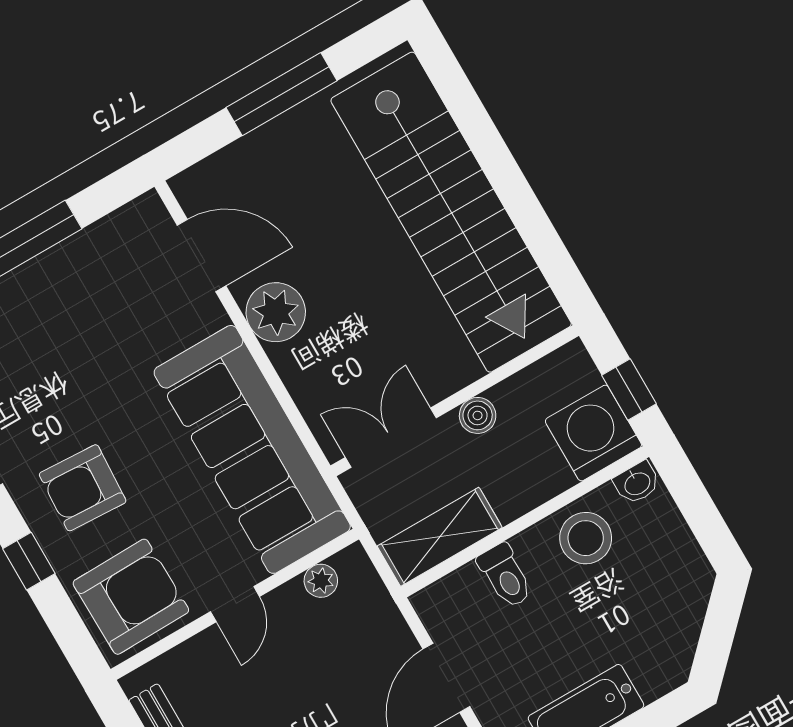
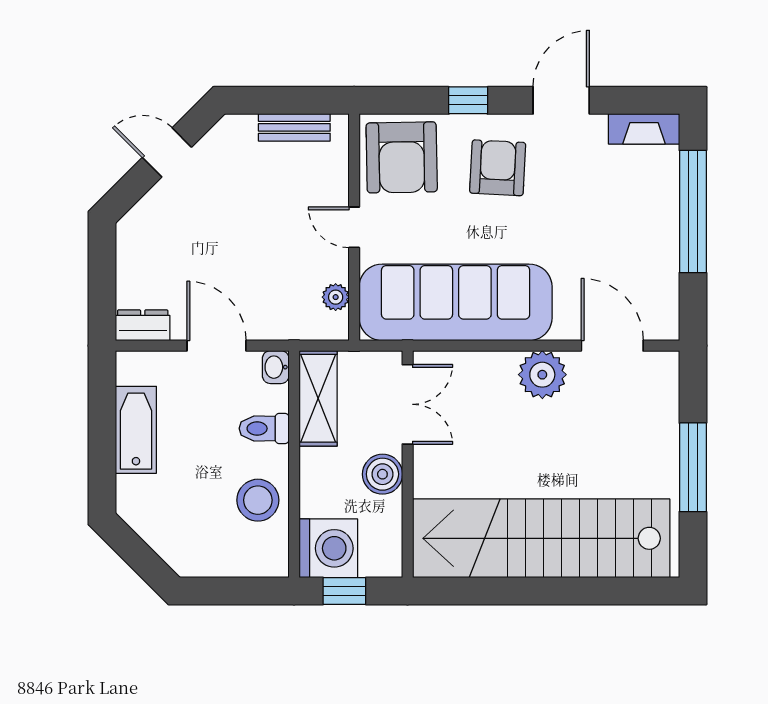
door: (202, 256) -> (612, 346), swing flipped
boiler: (478, 415) -> (382, 474), width x1.36, depth x1.36
washbasin: (637, 483) -> (276, 367), moved

